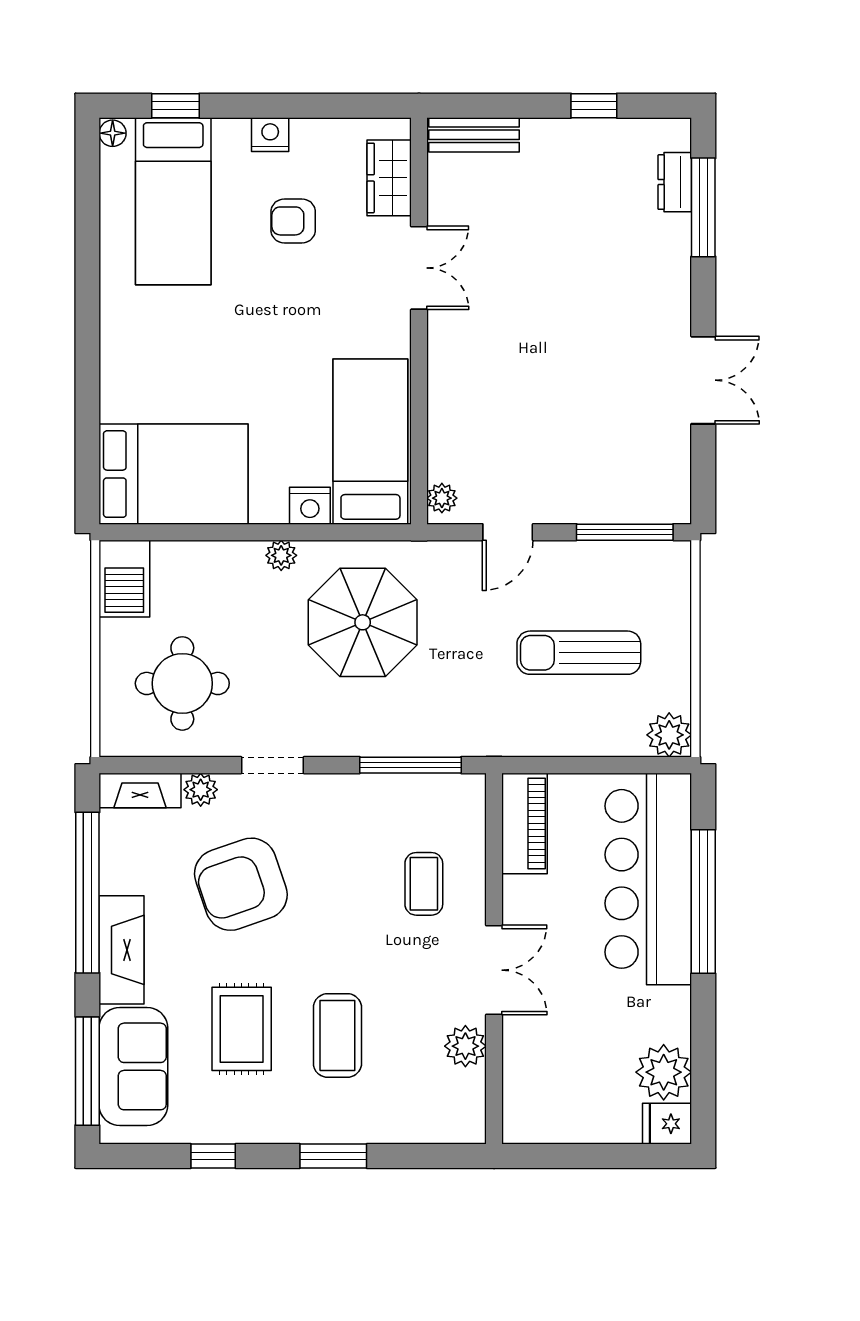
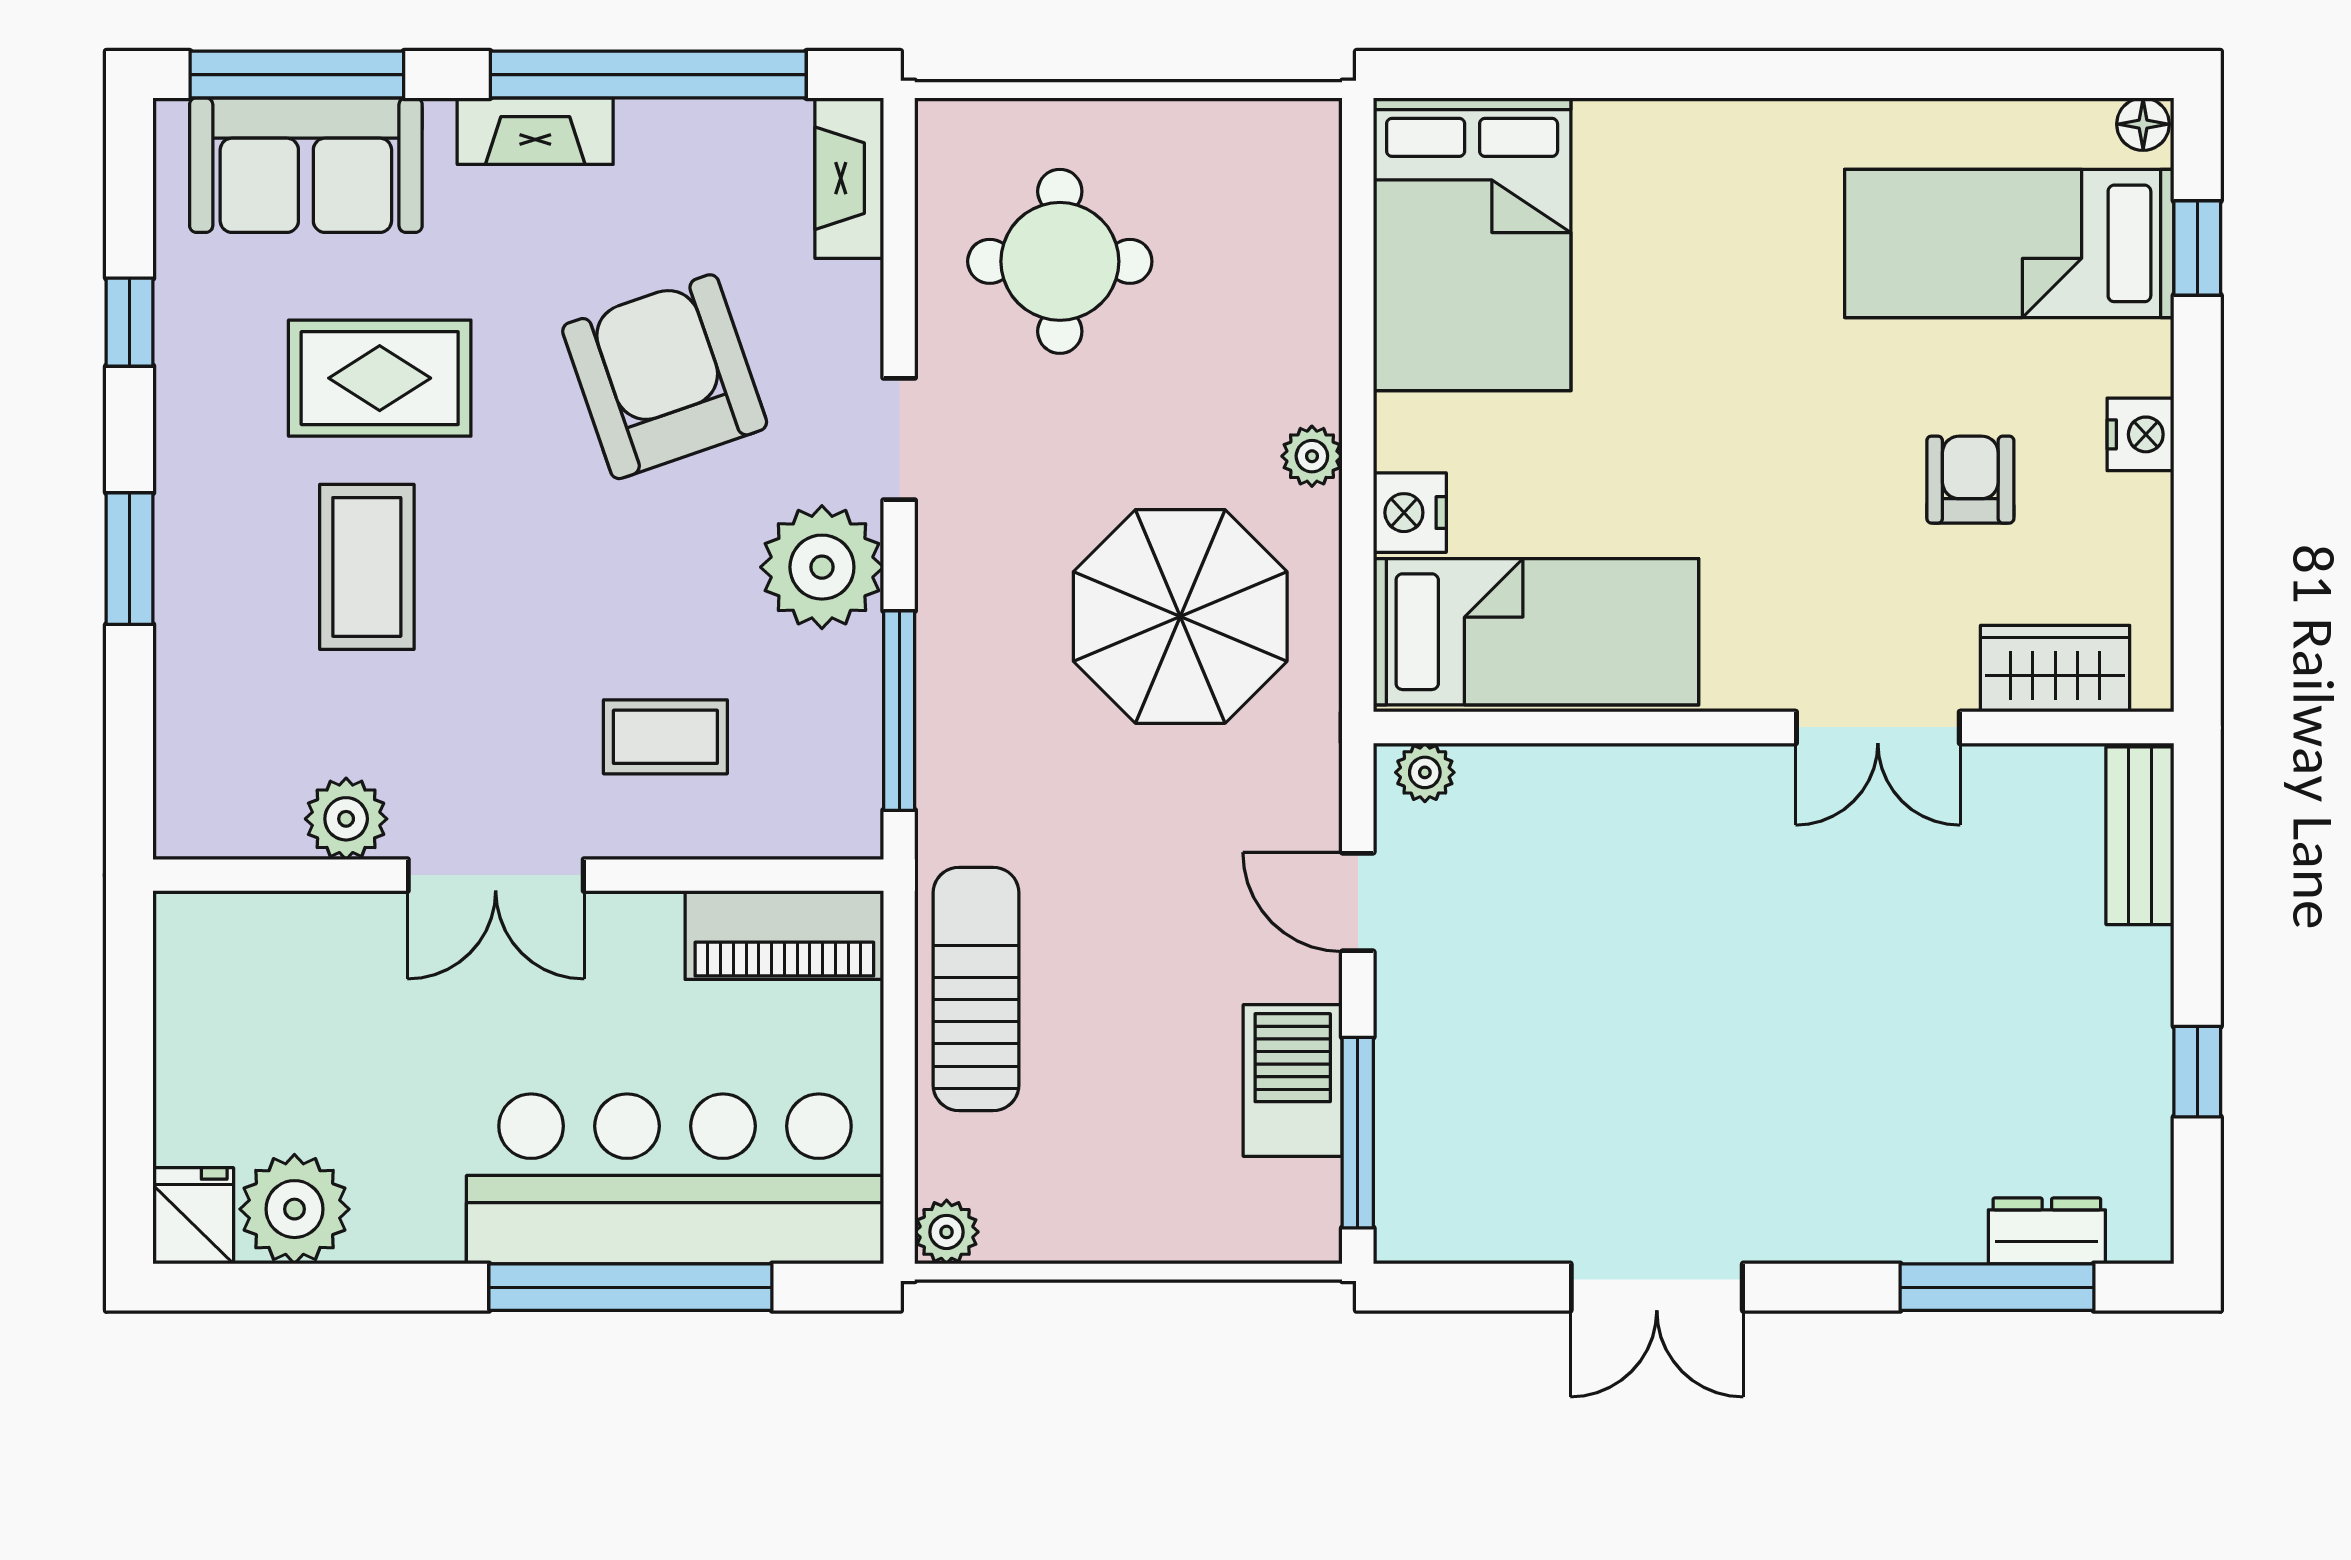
barbecue: (124, 579) -> (1293, 1080), moved, turned 90
sun lounger: (579, 653) -> (976, 989), moved
plant: (669, 735) -> (947, 1232), width x0.73, depth x0.73
plant: (201, 790) -> (822, 567), moved, width x1.88, depth x1.88
fireplace: (122, 950) -> (535, 131), width x0.73, depth x0.76
coffee table: (337, 1035) -> (367, 567), turned 90

